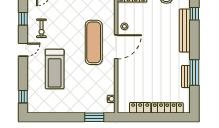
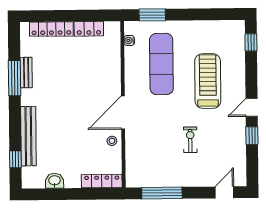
window: (23, 19) -> (252, 136), moved
exercise bike: (41, 28) -> (190, 140), moved
exercise mat: (94, 42) -> (161, 64), moved

